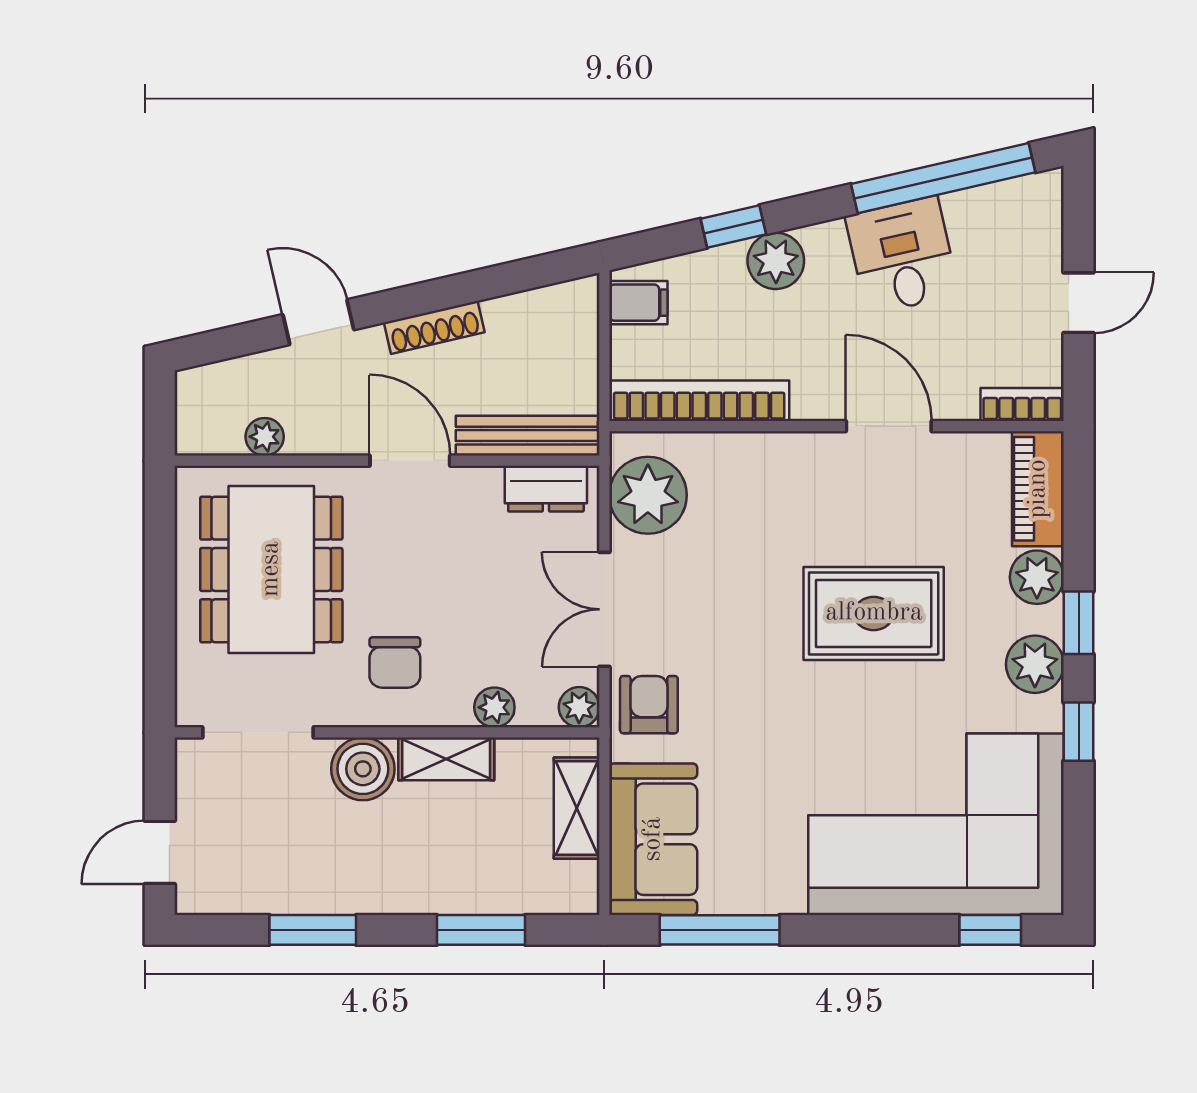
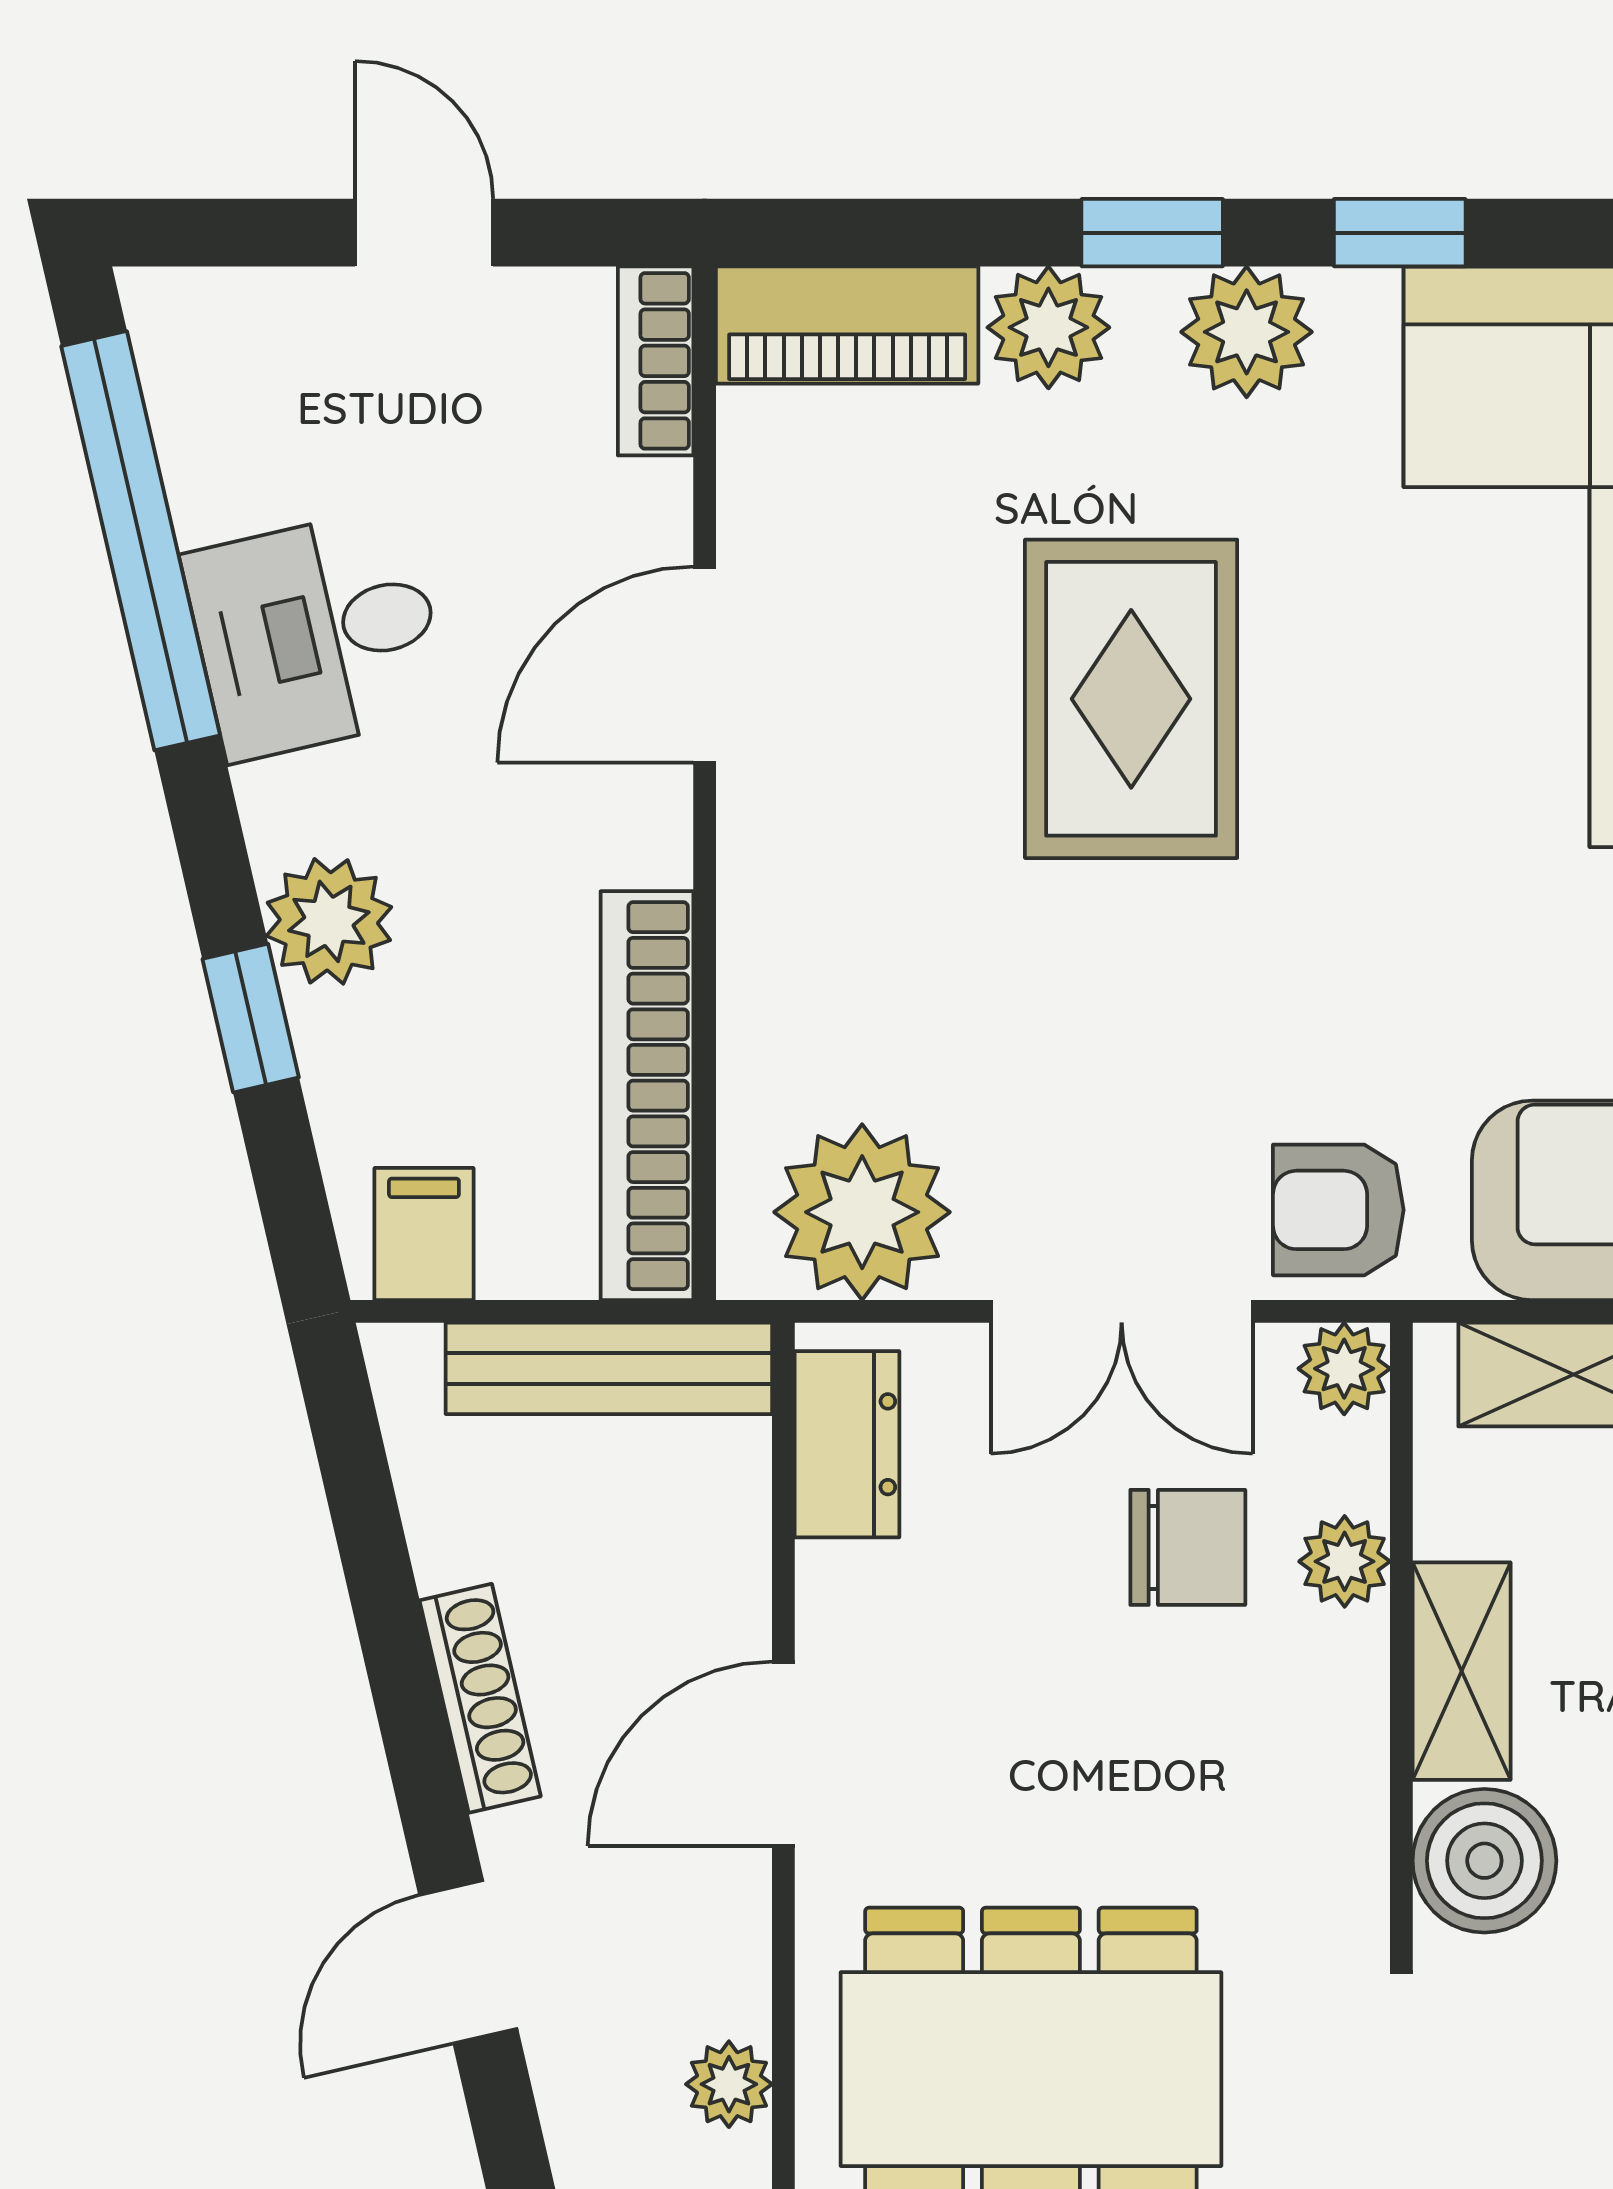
bench: (528, 436) -> (609, 1368), moved, turned 90
chair: (395, 663) -> (1188, 1547), moved

